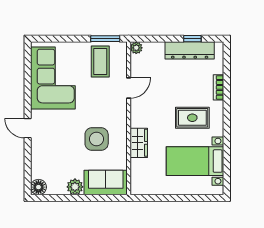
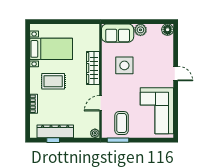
wardrobe: (139, 143) -> (93, 68), width x1.50

